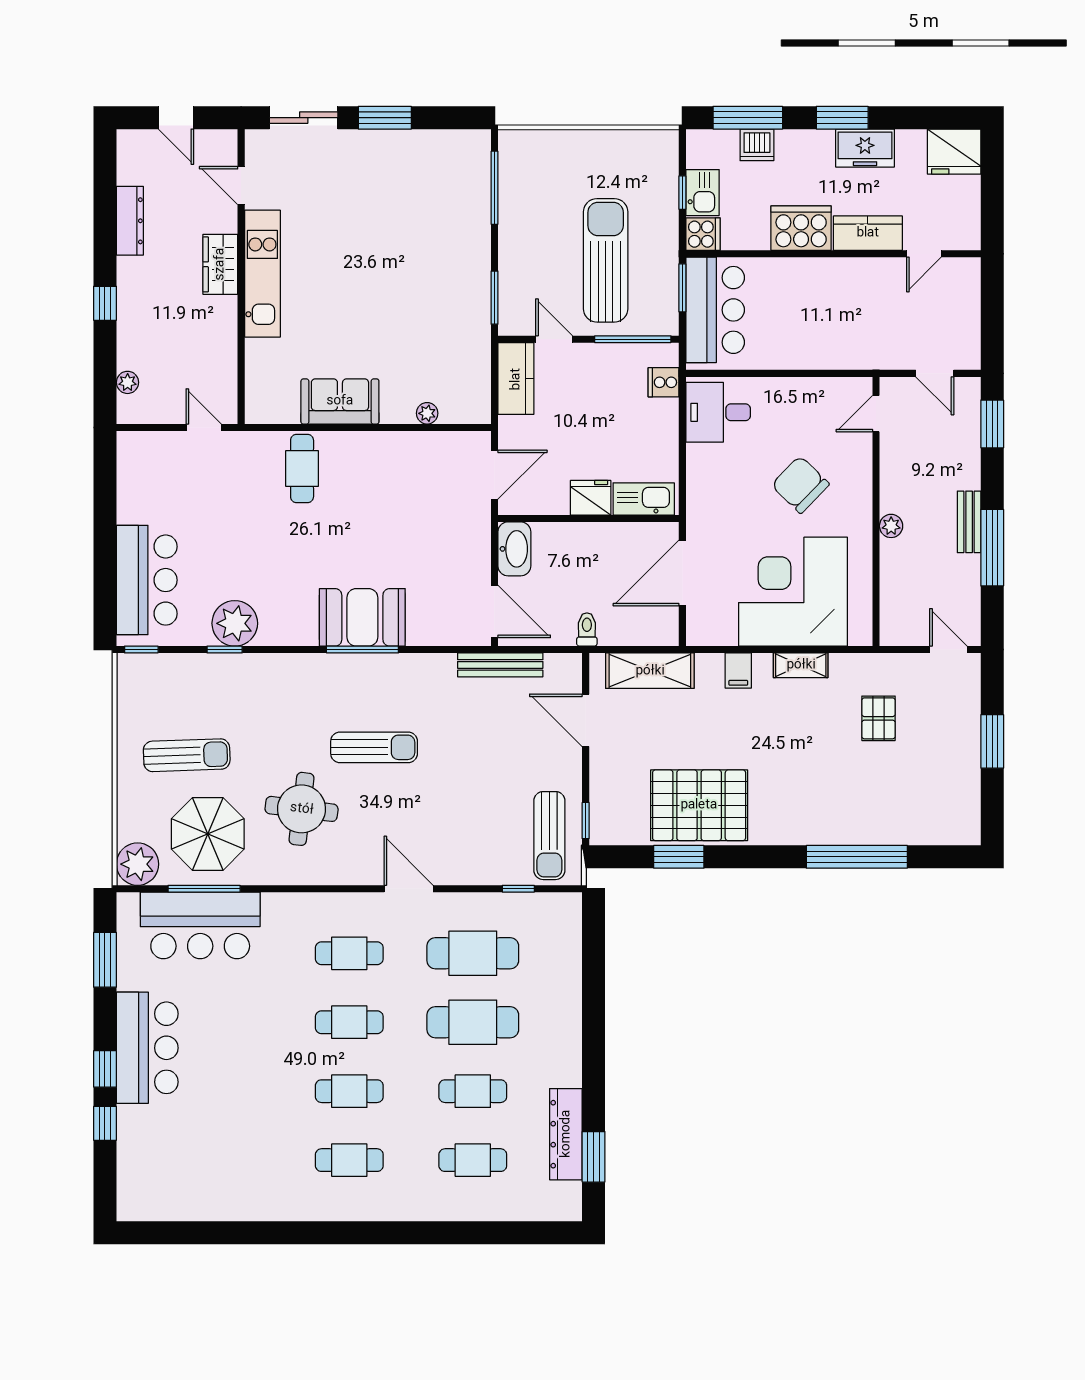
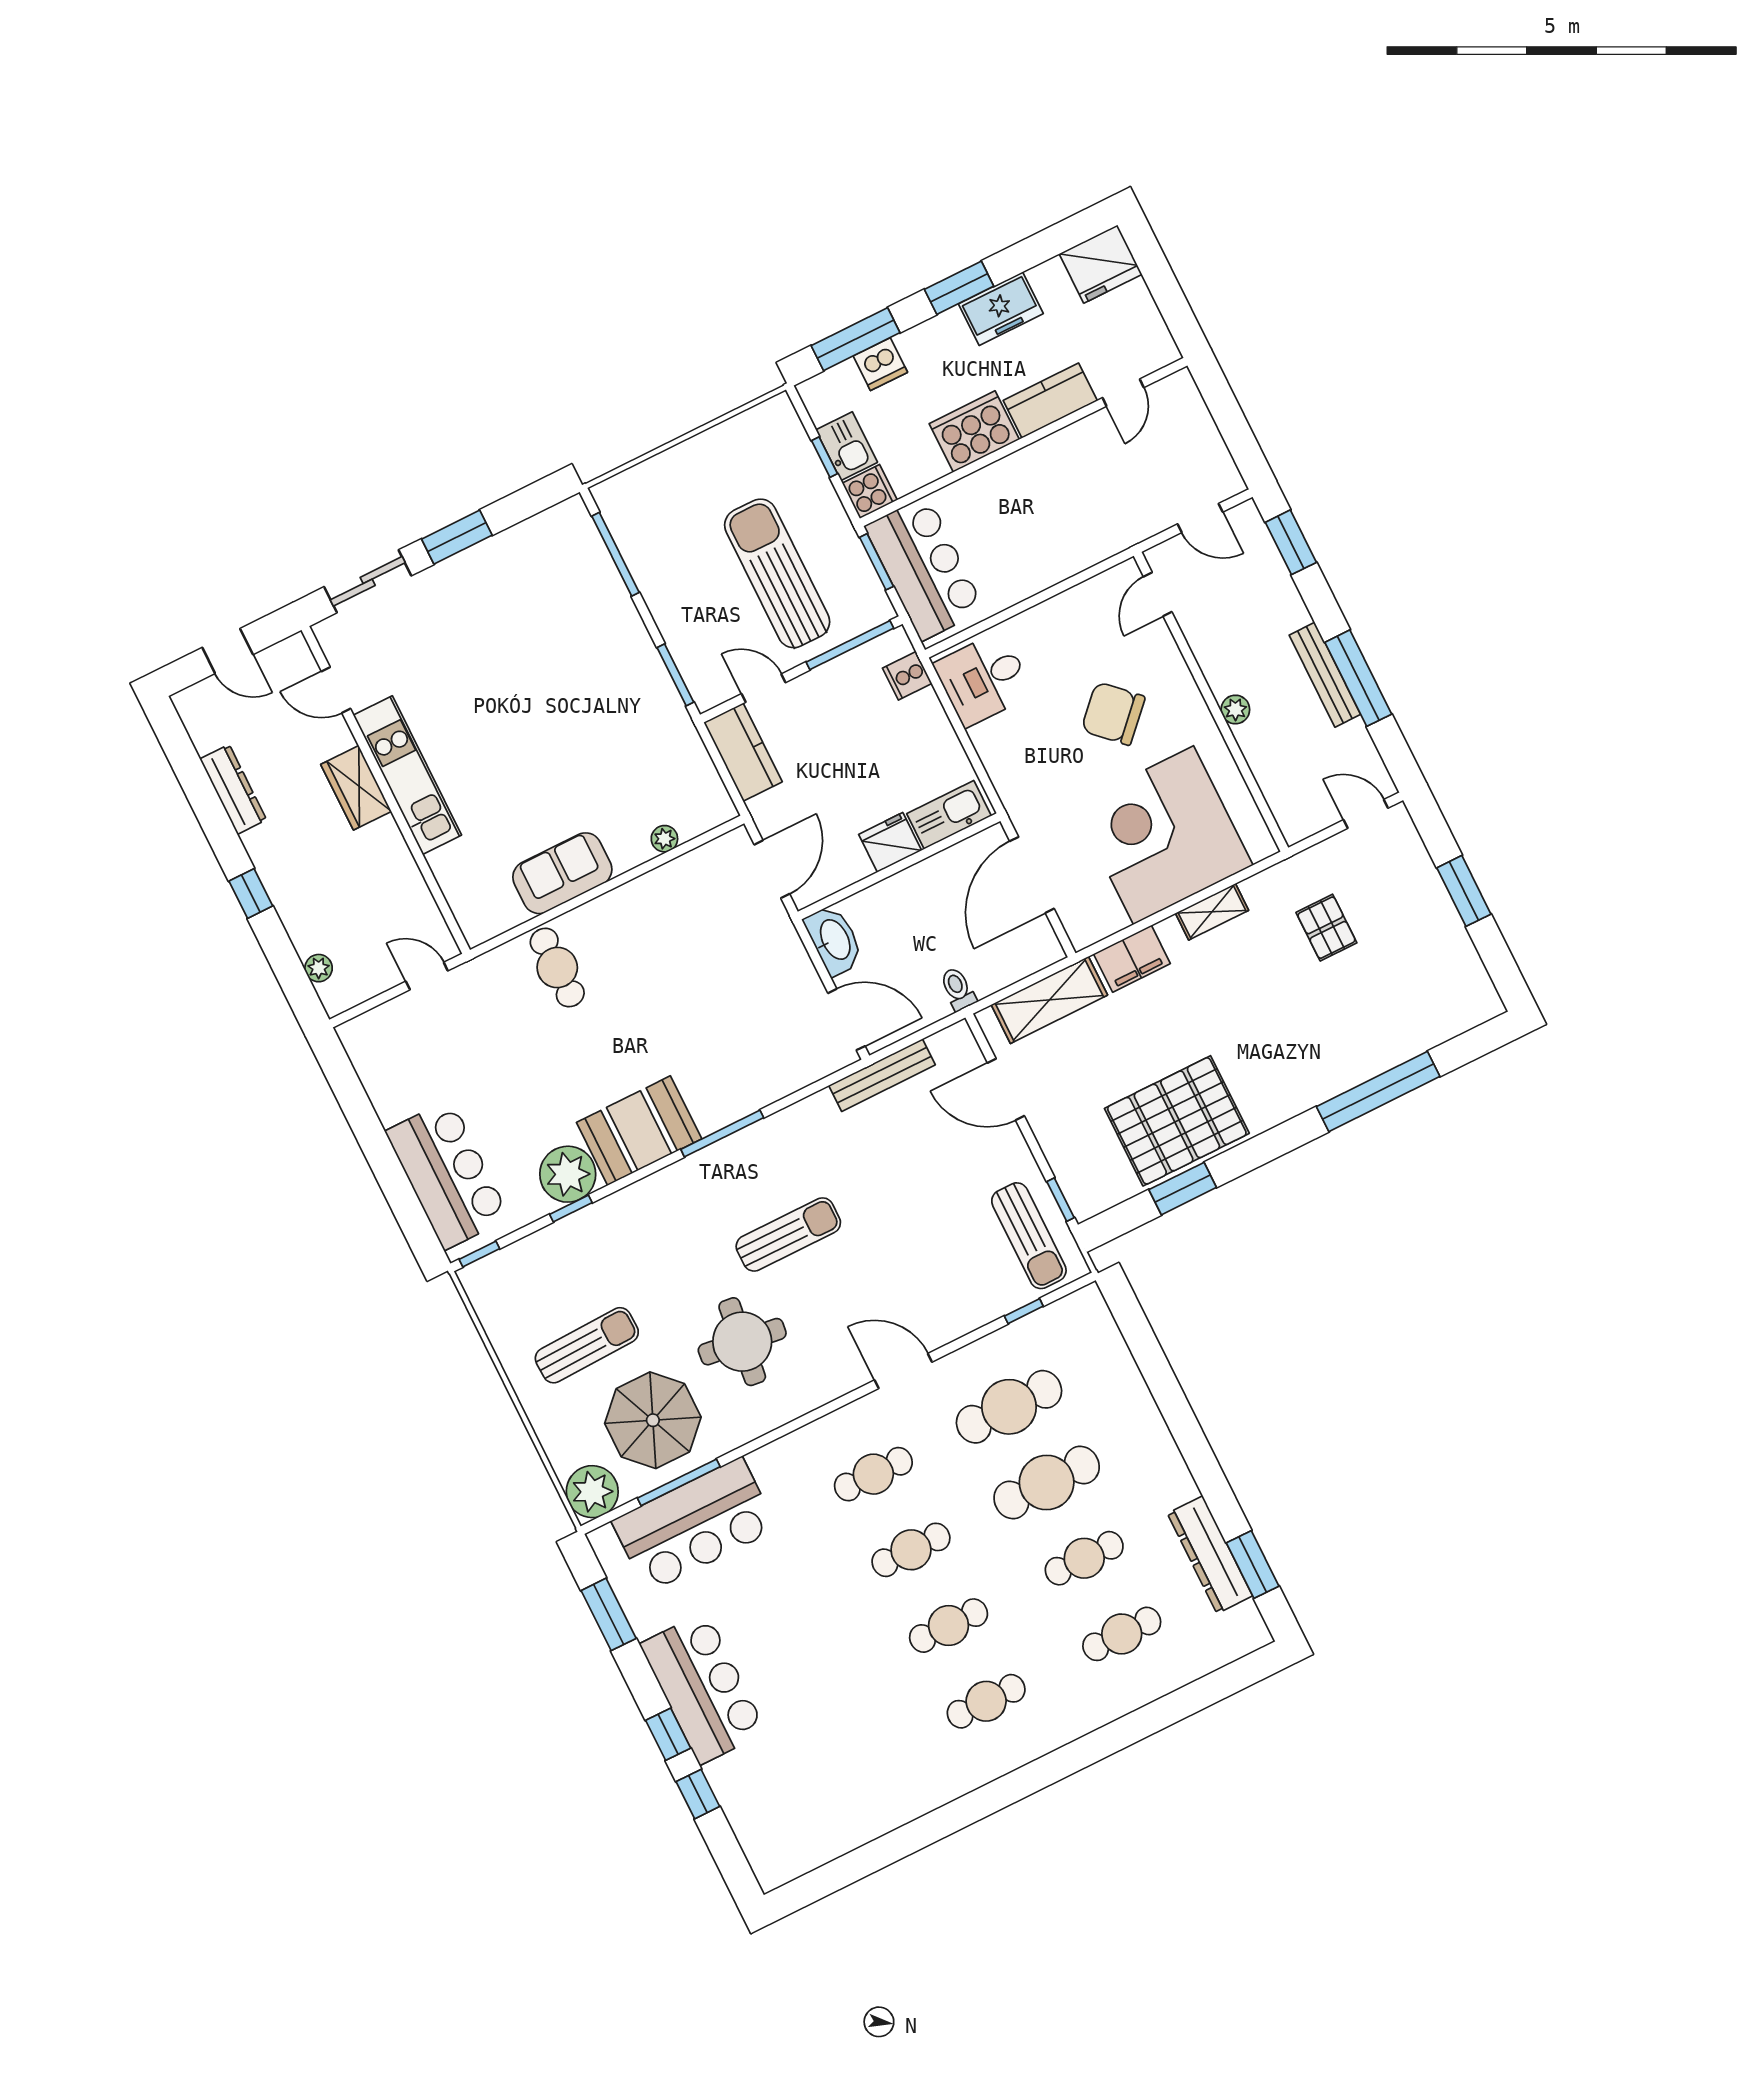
bench: (969, 522) -> (1325, 675), width x1.36
booth: (362, 617) -> (639, 1131), moved
filing cabinet: (738, 670) -> (1132, 959), width x2.00

